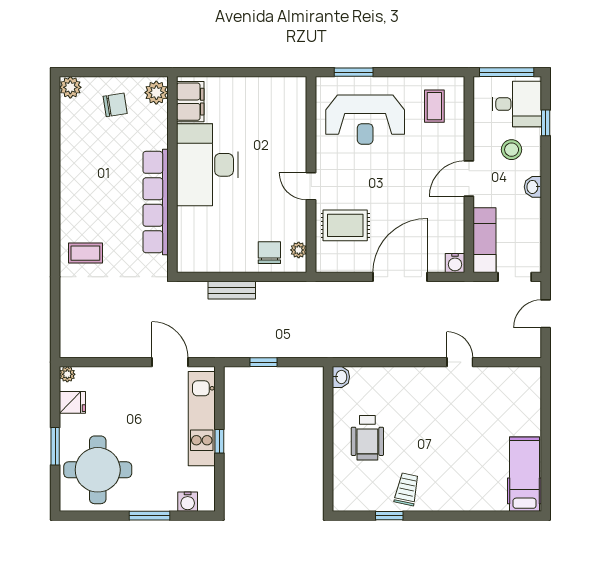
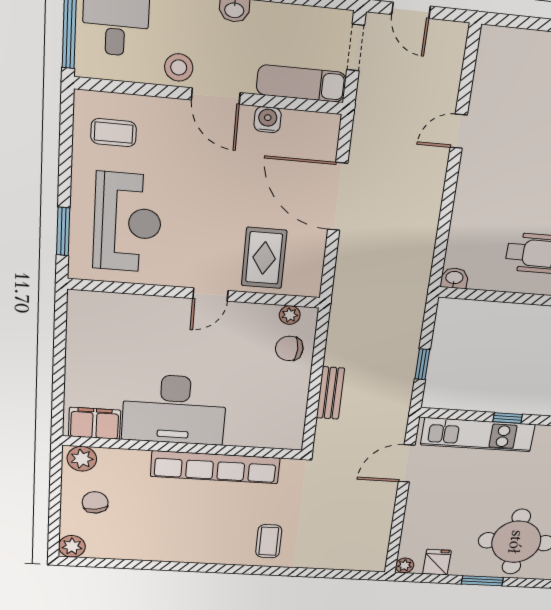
stool: (512, 150) -> (179, 67), moved
water cooler: (455, 263) -> (268, 120), moved, turned -90

